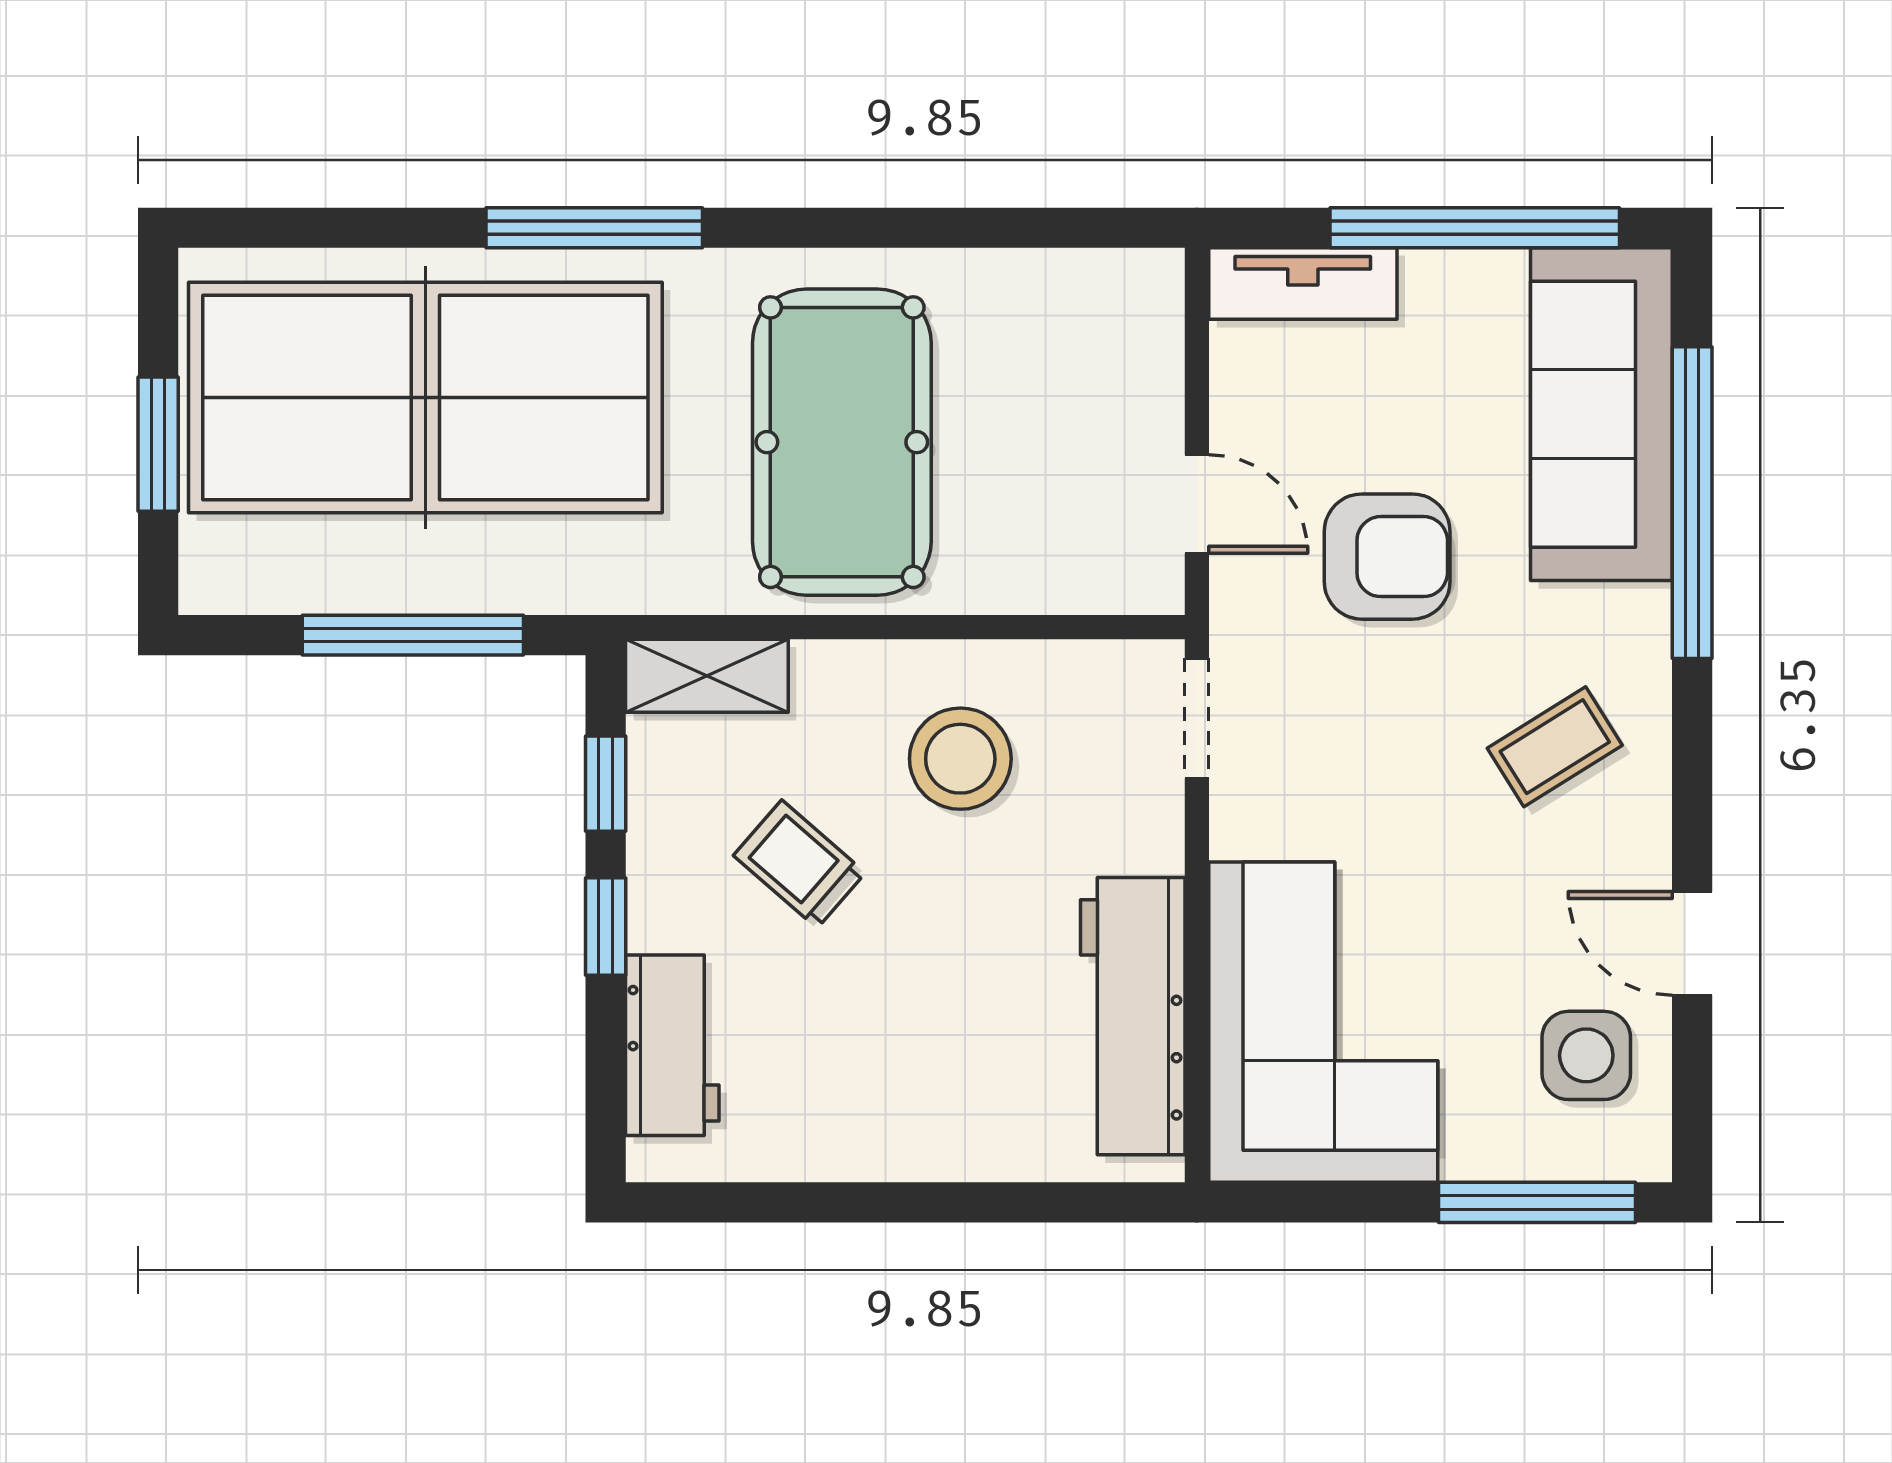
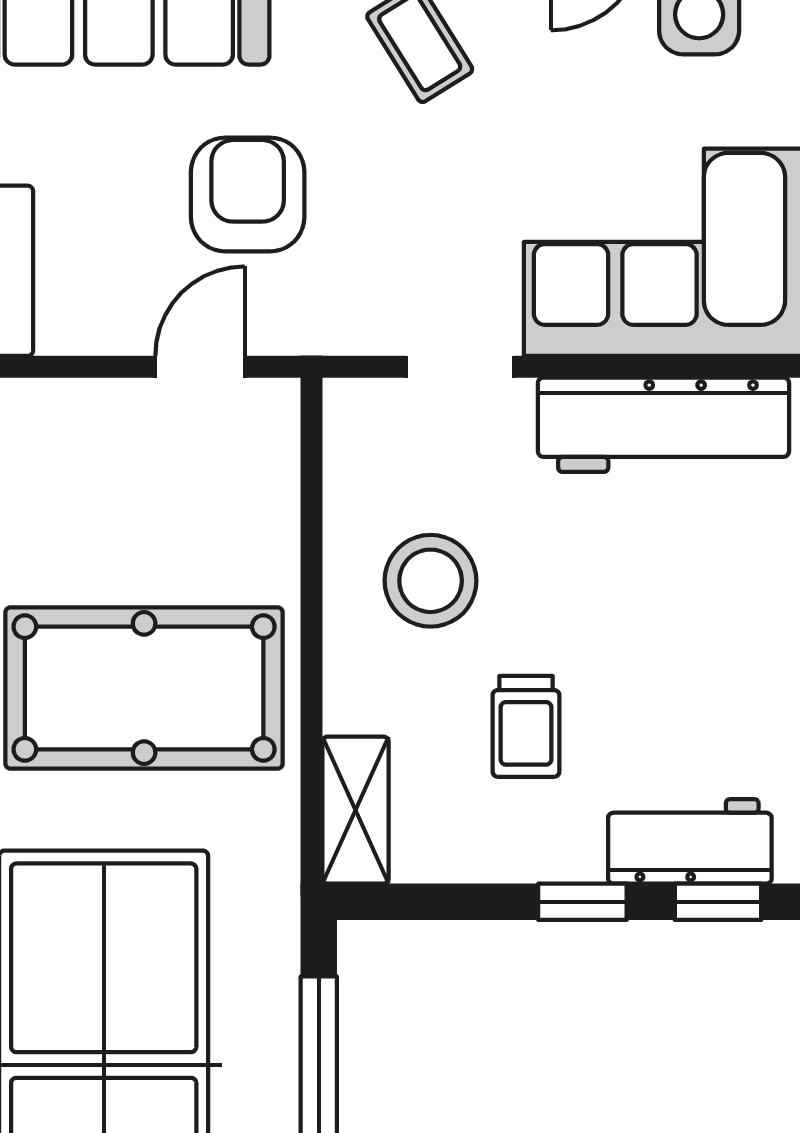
doorway: (1197, 718) -> (460, 367), moved
window: (606, 784) -> (718, 902), moved
trolley: (799, 864) -> (526, 726), turned -41

